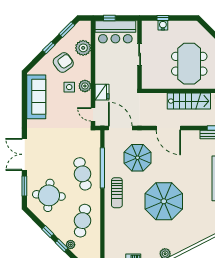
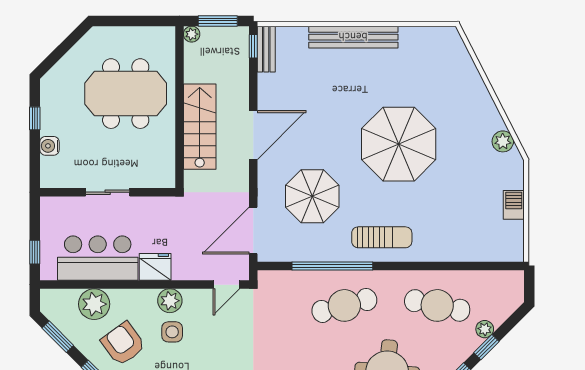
window: (163, 18) -> (35, 118), moved
bar counter: (115, 32) -> (98, 258), moved, turned -90
fridge: (102, 92) -> (155, 267), moved
stairs: (189, 101) -> (200, 127), moved

